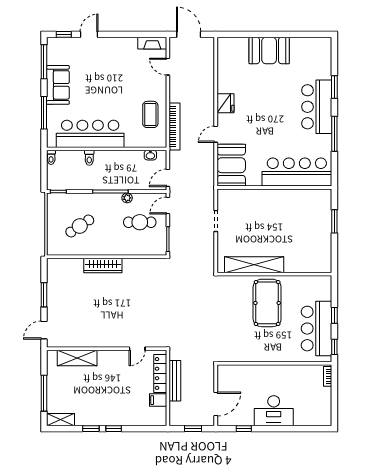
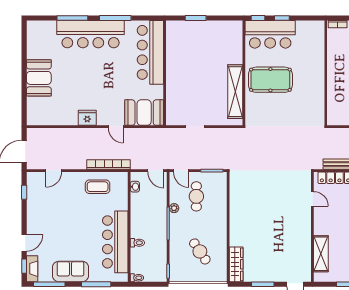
door: (89, 34) -> (24, 243), swing flipped
window: (144, 34) -> (24, 192), added
fireplace: (152, 43) -> (32, 269), moved
window: (334, 87) -> (72, 18), width x1.44
bar counter: (317, 107) -> (91, 34), width x1.36
wardrobe: (103, 265) -> (236, 264), moved
bar counter: (317, 329) -> (270, 34), moved
window: (334, 347) -> (258, 18), moved

